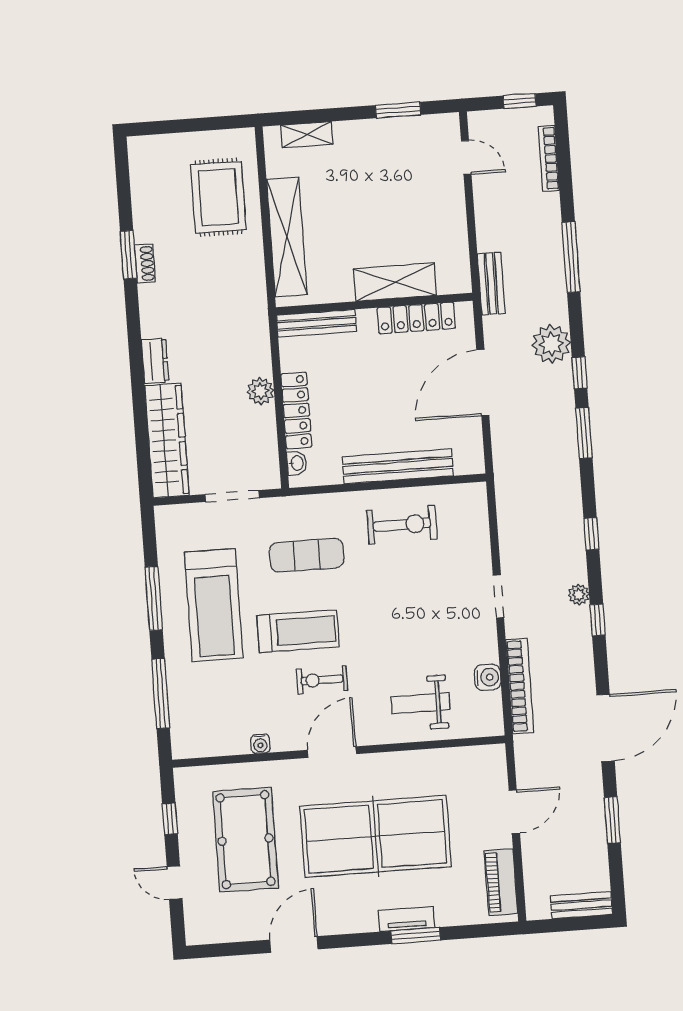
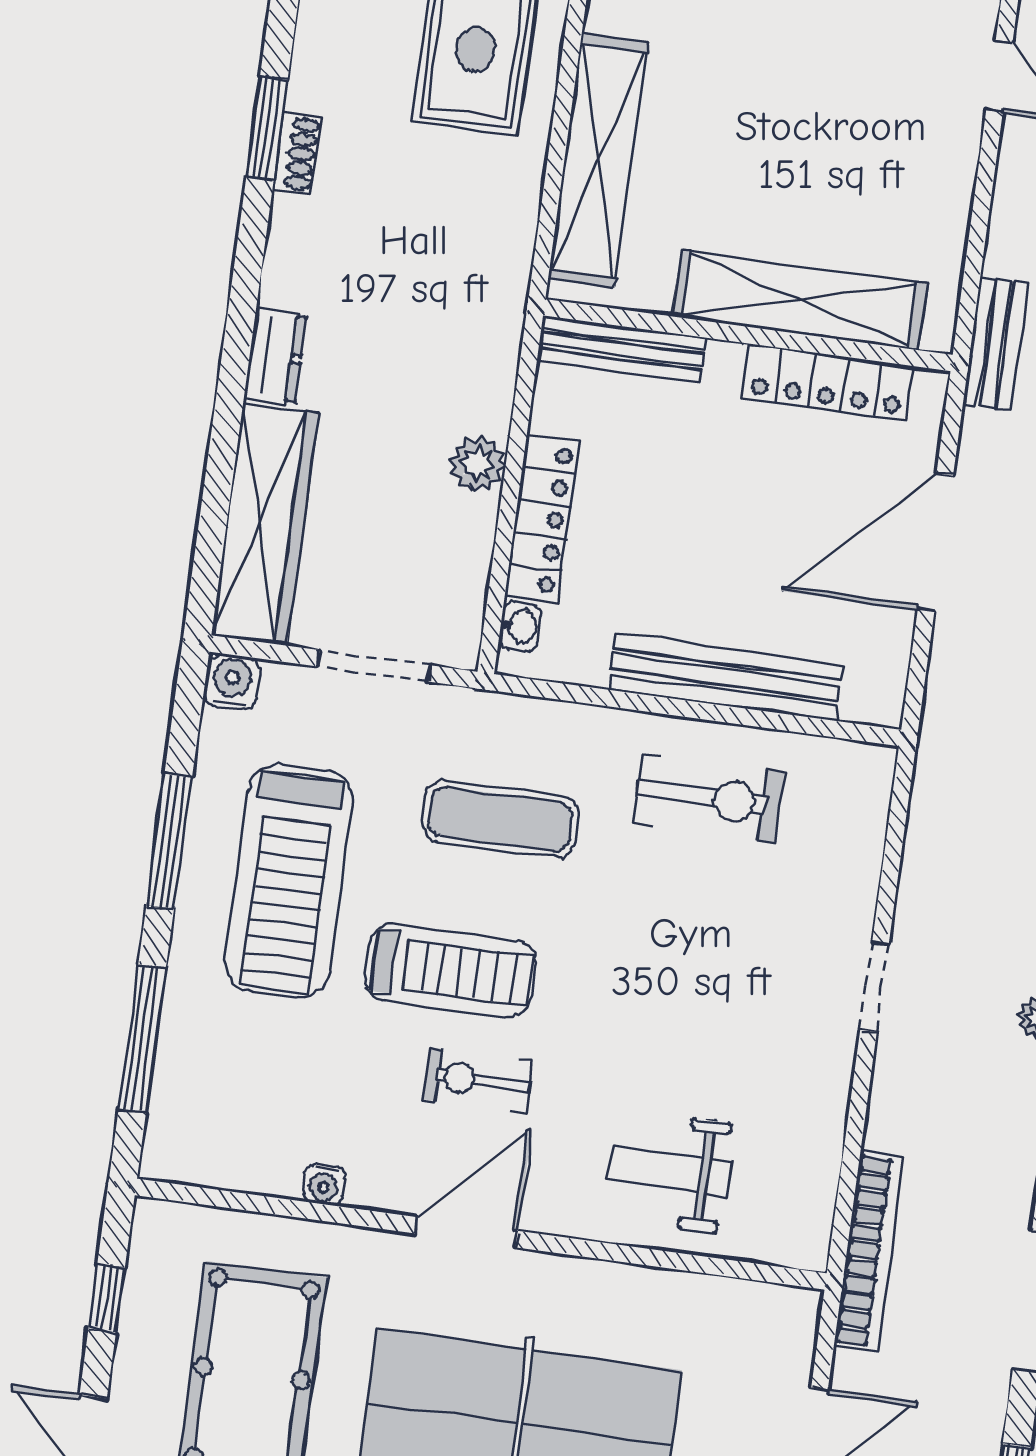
shelving: (395, 282) -> (800, 300), width x1.47
water cooler: (488, 677) -> (232, 682), moved, turned -90
bookcase: (520, 686) -> (869, 1251), moved

